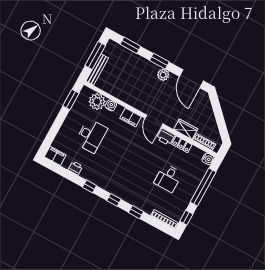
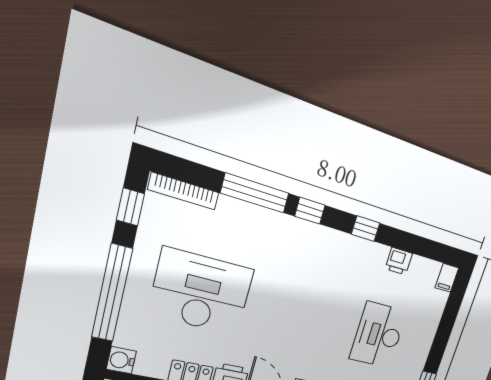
filing cabinet: (55, 156) -> (447, 278), width x0.50
desk: (168, 178) -> (201, 292), width x1.87, depth x1.30
window: (136, 212) -> (255, 193), width x2.17

